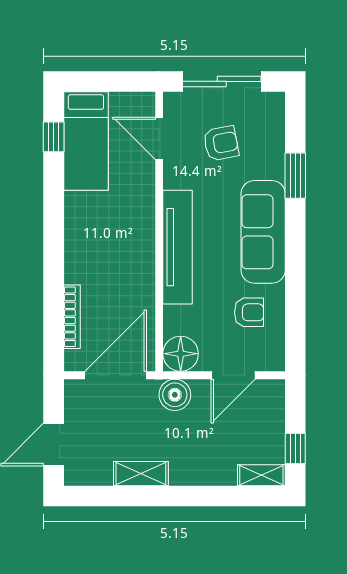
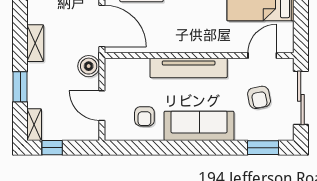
window: (295, 176) -> (263, 148), moved
floor lamp: (181, 354) -> (116, 70), removed
window: (205, 496) -> (20, 87), added

